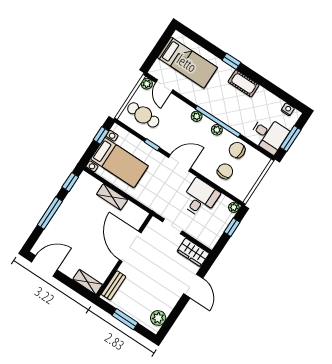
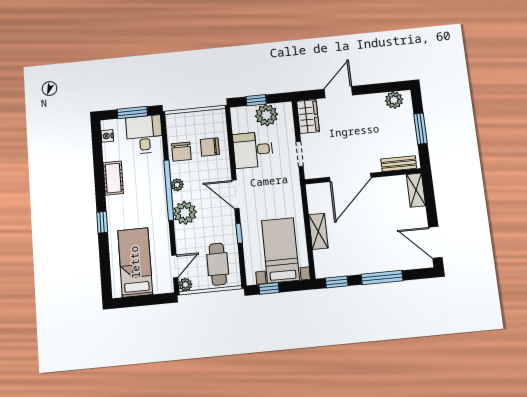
cot: (244, 83) -> (113, 178), moved
plant: (197, 116) -> (185, 213), width x1.88, depth x1.88
plant: (234, 207) -> (266, 115), moved, width x1.88, depth x1.88

